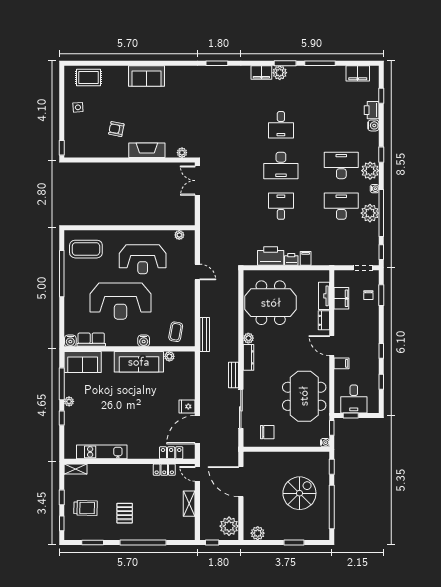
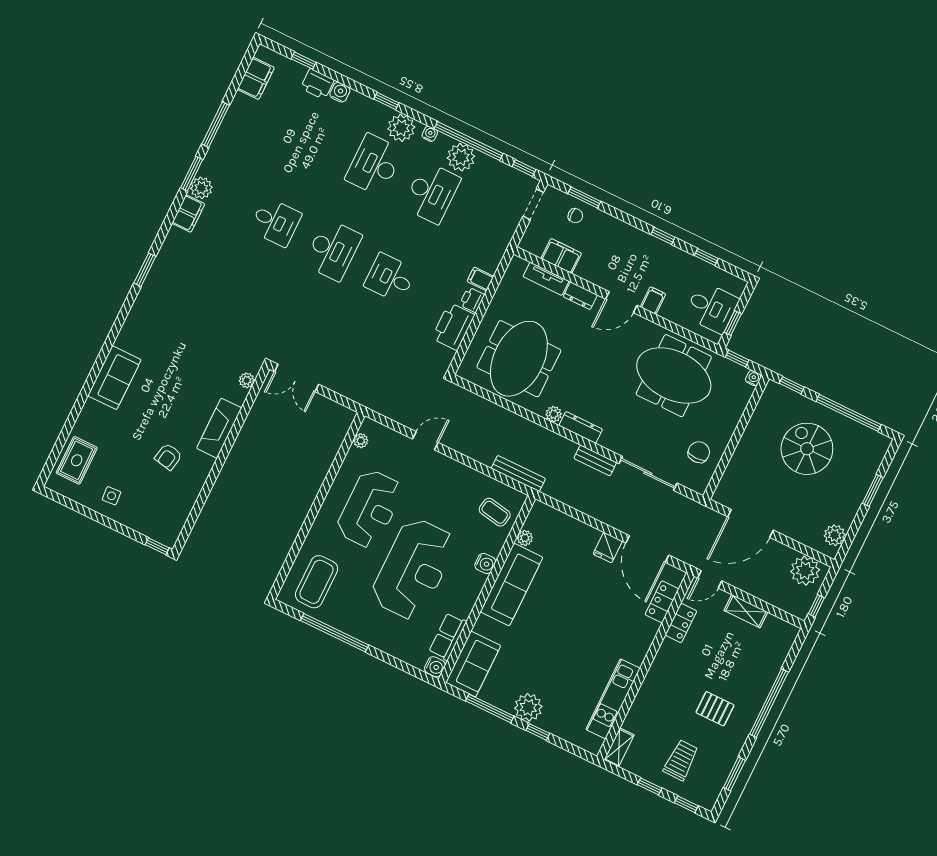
desk: (341, 206) -> (432, 193), turned 180
plant: (69, 401) -> (528, 707), width x1.88, depth x1.88

